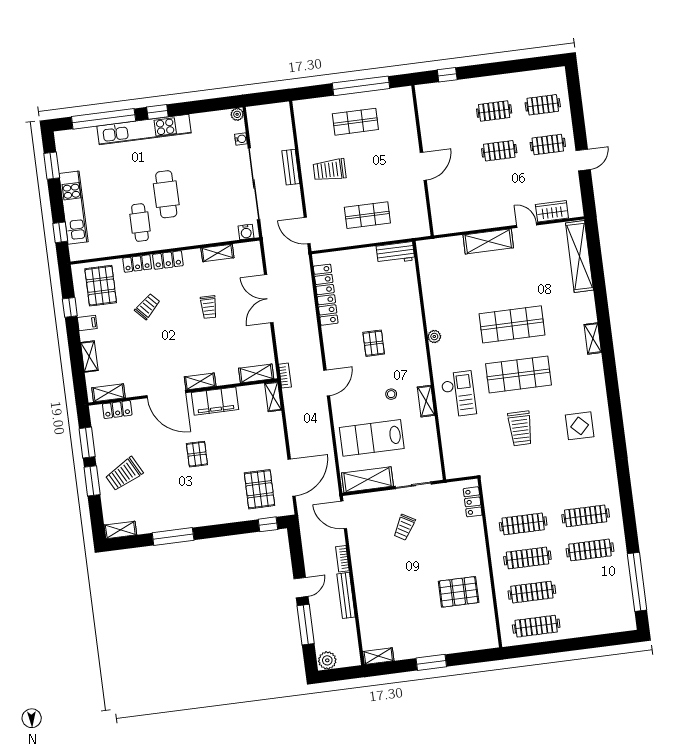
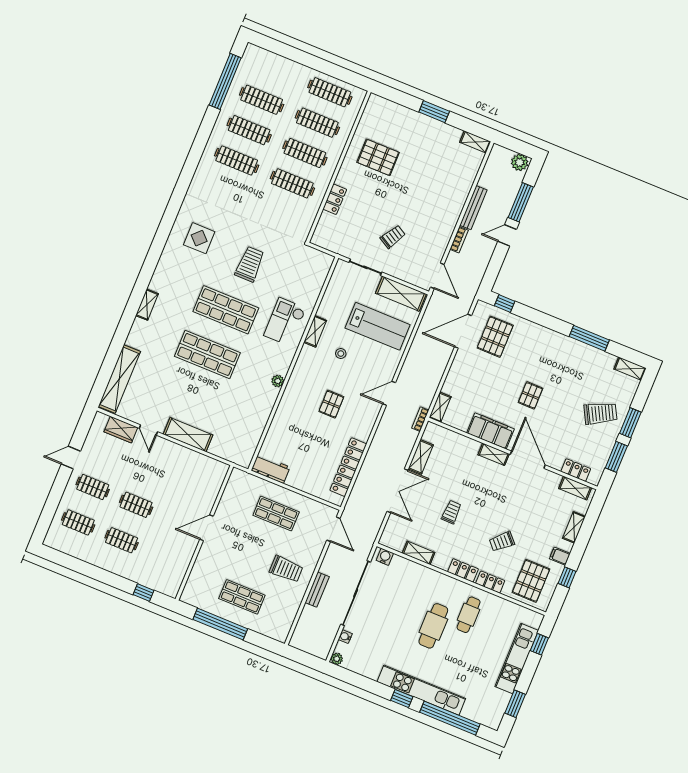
shelving: (256, 373) -> (421, 457), moved, turned 90
locker: (473, 502) -> (335, 199), moved
clothes rail: (594, 584) -> (262, 100), added

